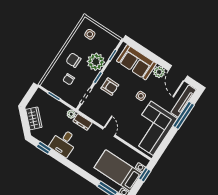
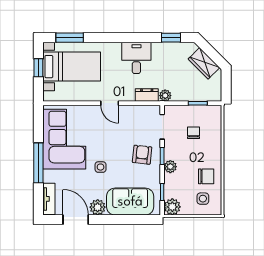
plant: (112, 42) -> (172, 207), added
chair: (73, 60) -> (206, 176), moved
plant: (96, 62) -> (170, 167), width x0.53, depth x0.53
armchair: (110, 87) -> (142, 155), turned 96
tv unit: (184, 101) -> (49, 199), width x0.71
window: (184, 115) -> (38, 163), moved
desk: (64, 143) -> (136, 58), moved
window: (145, 175) -> (38, 68), moved

